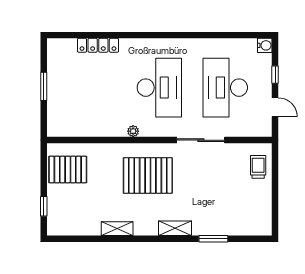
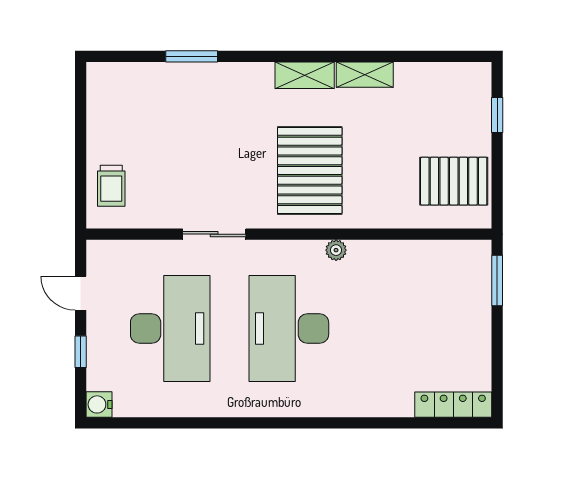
locker: (98, 45) -> (453, 405), moved
window: (44, 86) -> (497, 281), moved
sliding door: (201, 140) -> (214, 234), width x0.73
pallet: (148, 175) -> (310, 170), turned 90
shelving: (175, 228) -> (305, 75), moved

